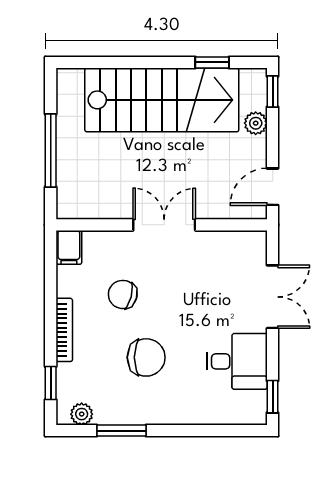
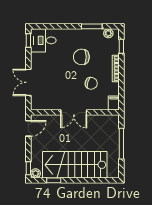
plant: (256, 123) -> (36, 173), moved
desk: (237, 361) -> (43, 40), moved

